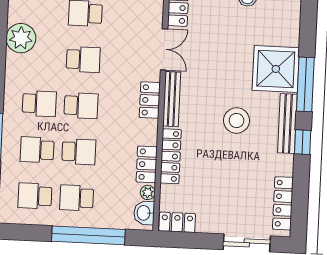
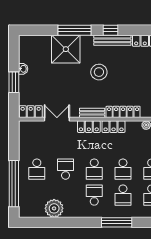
bench: (172, 99) -> (92, 113), width x0.73
school desk: (81, 106) -> (94, 169), turned 180
bench: (287, 123) -> (112, 40), moved
school desk: (79, 152) -> (123, 169), turned 180
locker: (147, 164) -> (114, 127), moved

